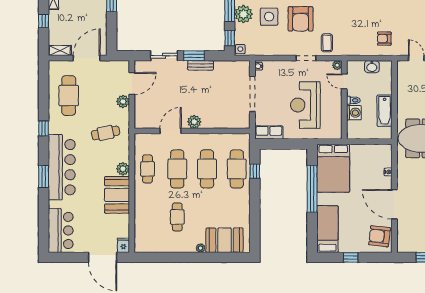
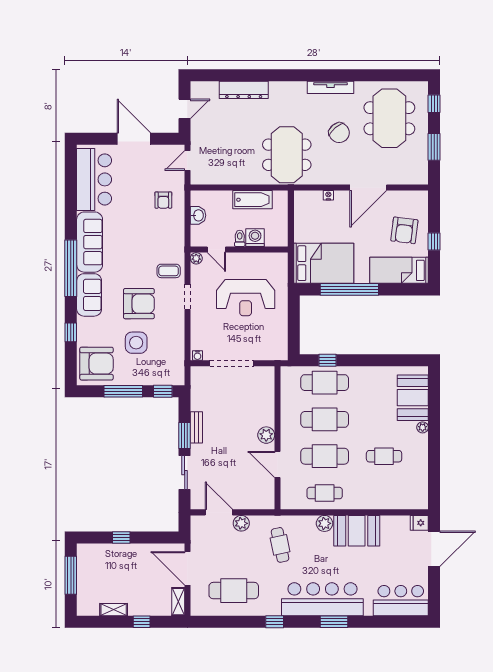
plant: (243, 14) -> (133, 374), removed
side table: (240, 49) -> (176, 378), removed
door: (344, 81) -> (216, 250), hinge flipped
row of seats: (269, 133) -> (280, 343), removed
armchair: (379, 236) -> (404, 230), moved

